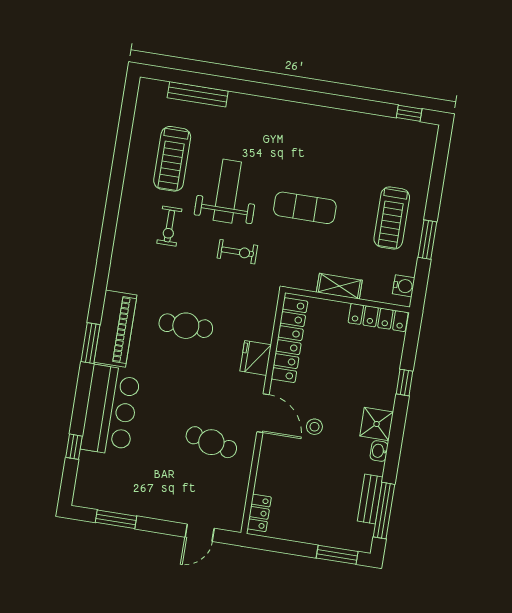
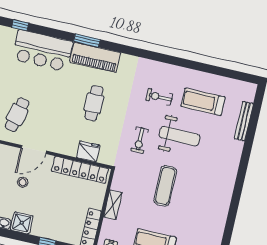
fridge: (256, 358) -> (88, 151), moved

